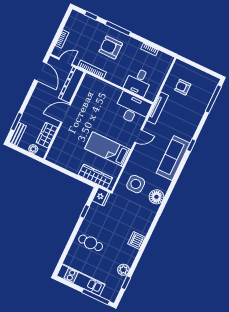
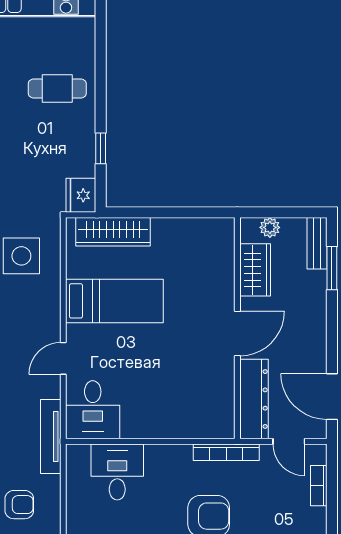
door: (66, 62) -> (289, 441), hinge flipped
desk: (132, 109) -> (93, 410), width x0.73

